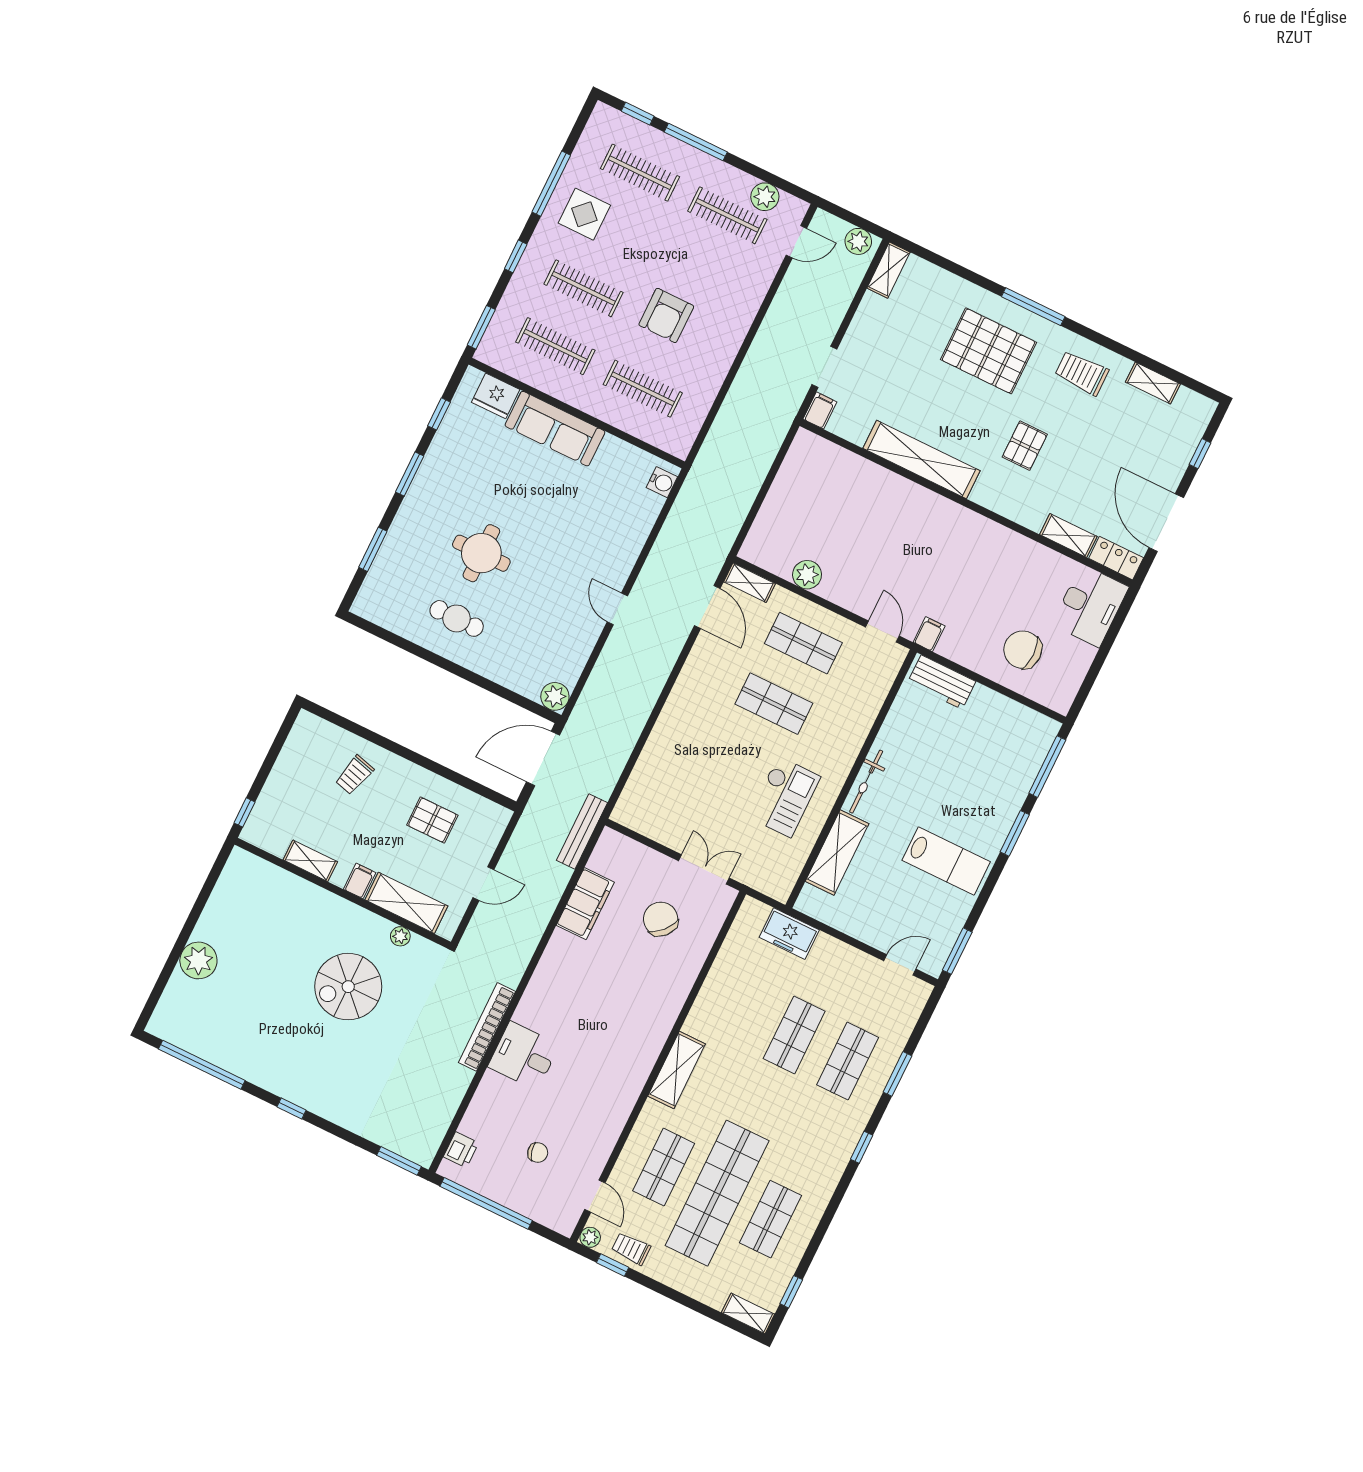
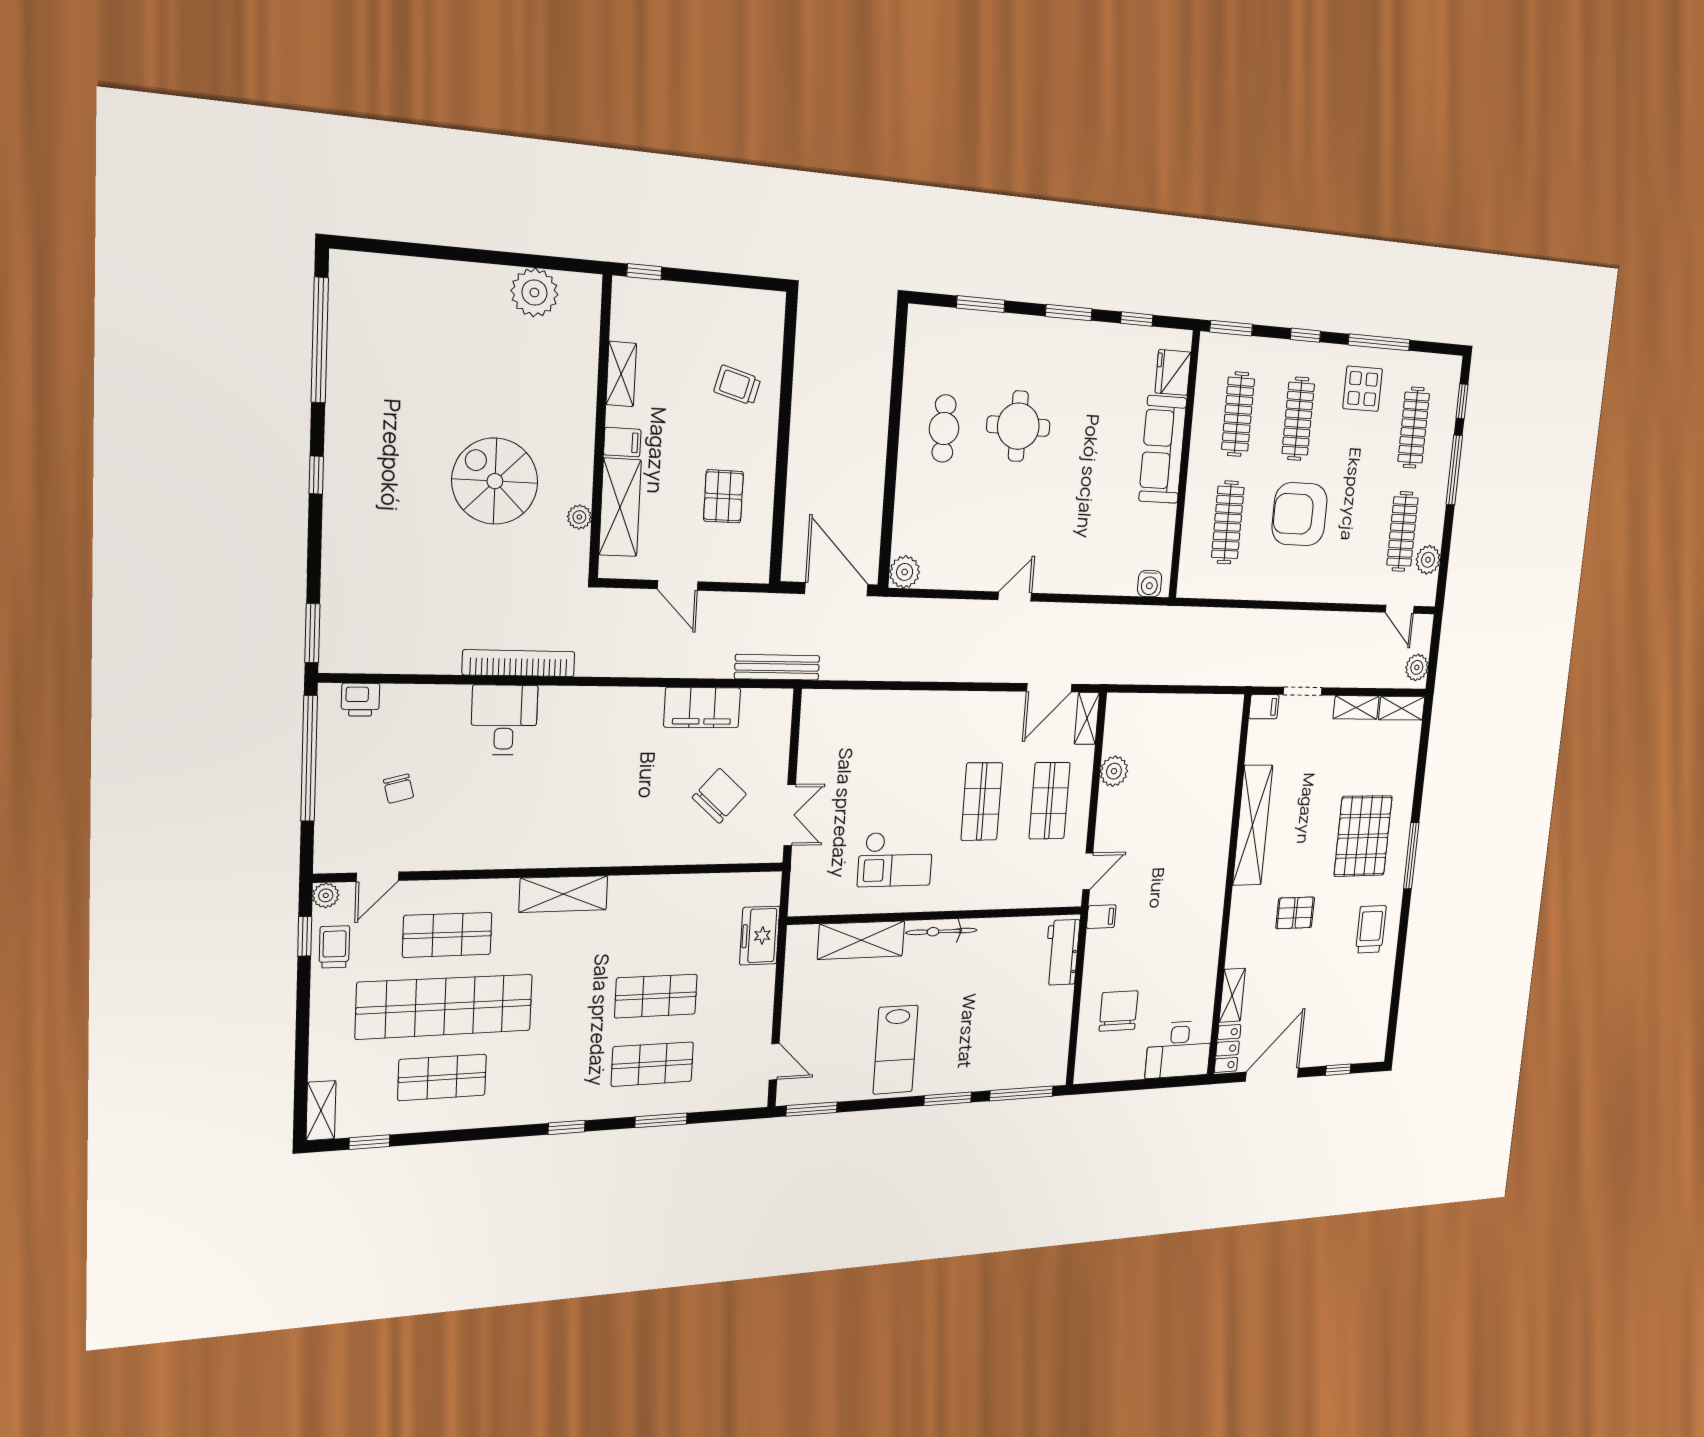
armchair: (666, 315) -> (1300, 514), width x1.36, depth x1.36
shelving: (1153, 383) -> (1356, 707), moved, turned 90
plant: (198, 960) -> (534, 293), moved

